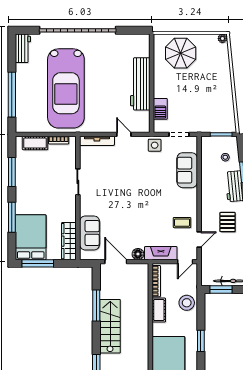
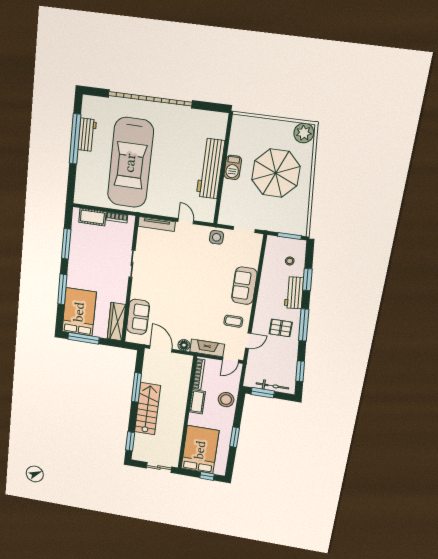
plant: (222, 38) -> (304, 133), width x1.88, depth x1.88
workbench: (23, 48) -> (87, 135), moved
parasol: (181, 53) -> (276, 173), moved, width x1.36, depth x1.36
window: (12, 95) -> (75, 139), moved
barbecue: (160, 109) -> (233, 167), moved
sofa: (187, 170) -> (244, 286), moved
pallet: (228, 222) -> (281, 328), turned 90

